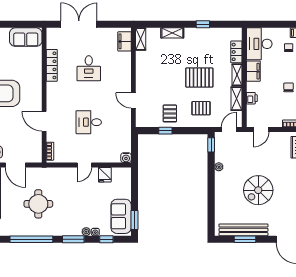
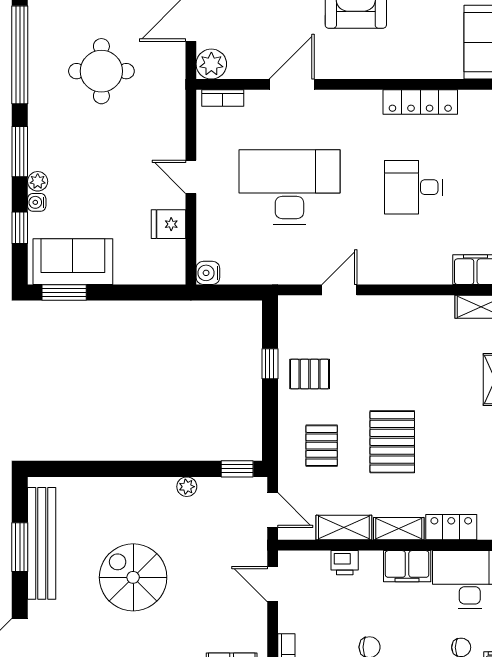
desk: (89, 122) -> (289, 187), width x1.87, depth x1.30
plant: (35, 156) -> (211, 64), added

